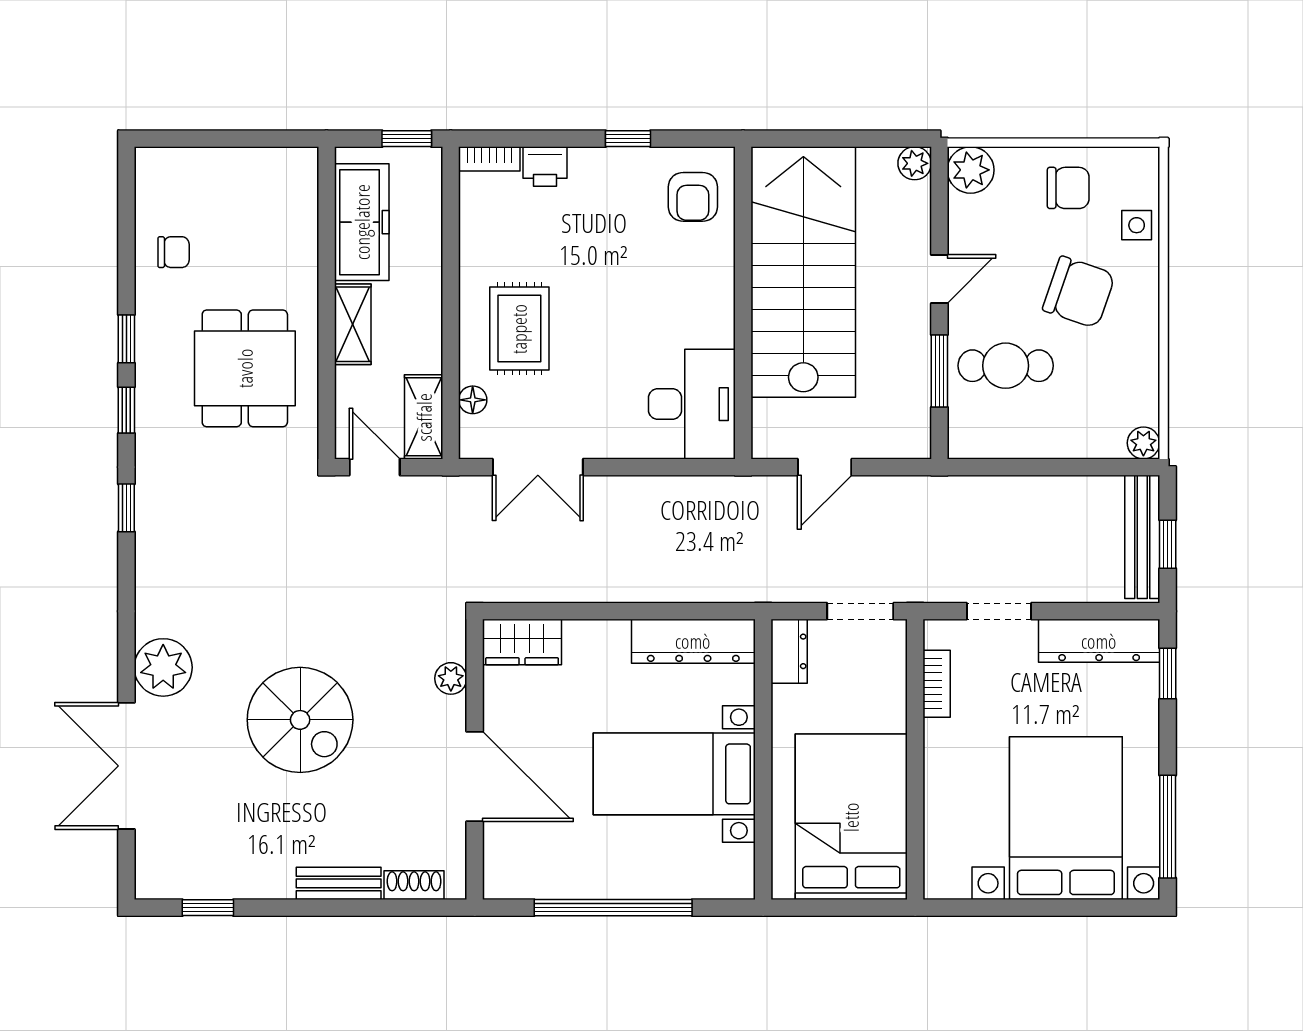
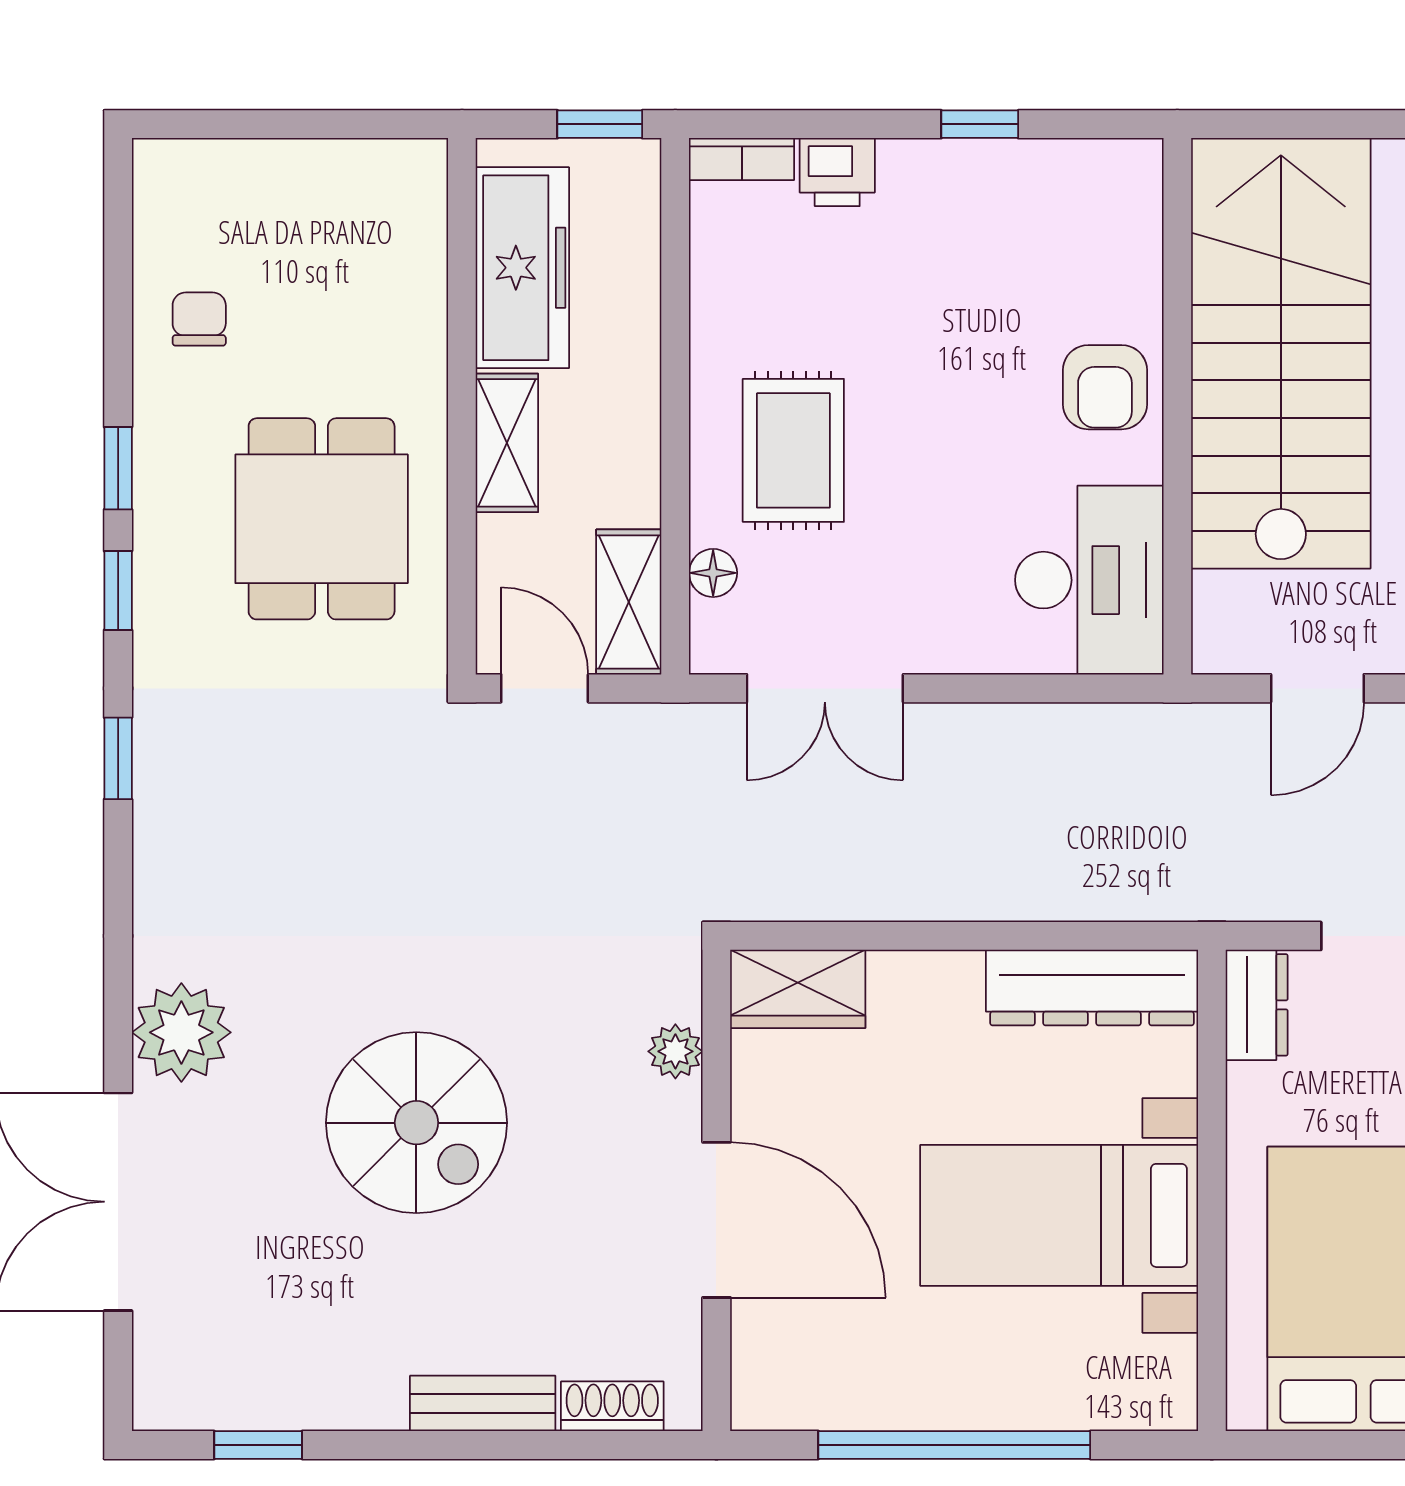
armchair: (693, 197) -> (1105, 387), moved
chair: (174, 252) -> (199, 319), turned -90

